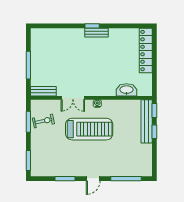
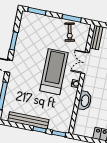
washbasin: (126, 90) -> (85, 101), moved
bench: (147, 121) -> (28, 120), moved
treadmill: (89, 129) -> (54, 72), turned 180

